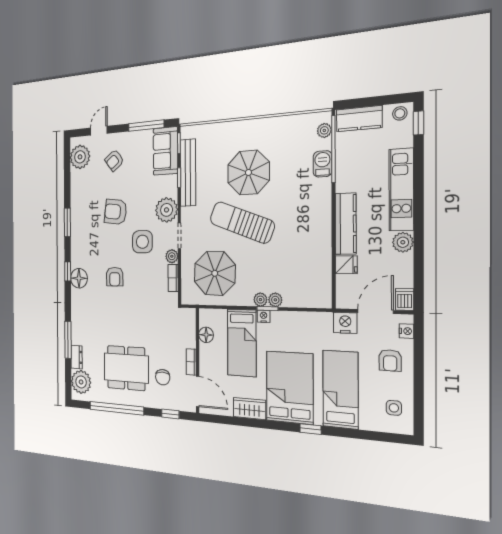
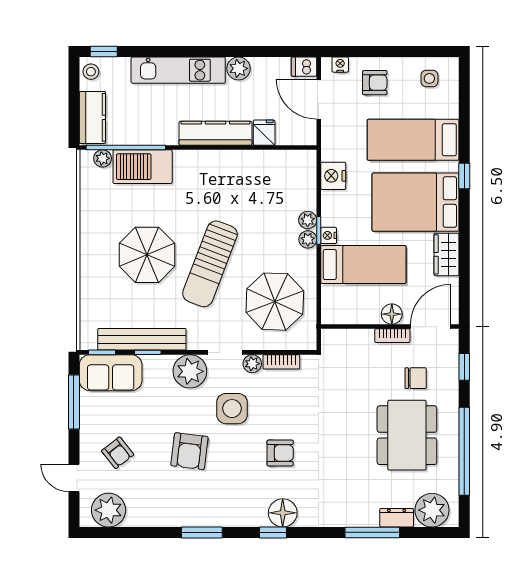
barbecue: (322, 164) -> (143, 167), width x1.88, depth x1.53
nightstand: (345, 323) -> (333, 176), moved
floor lamp: (206, 335) -> (392, 314), moved

